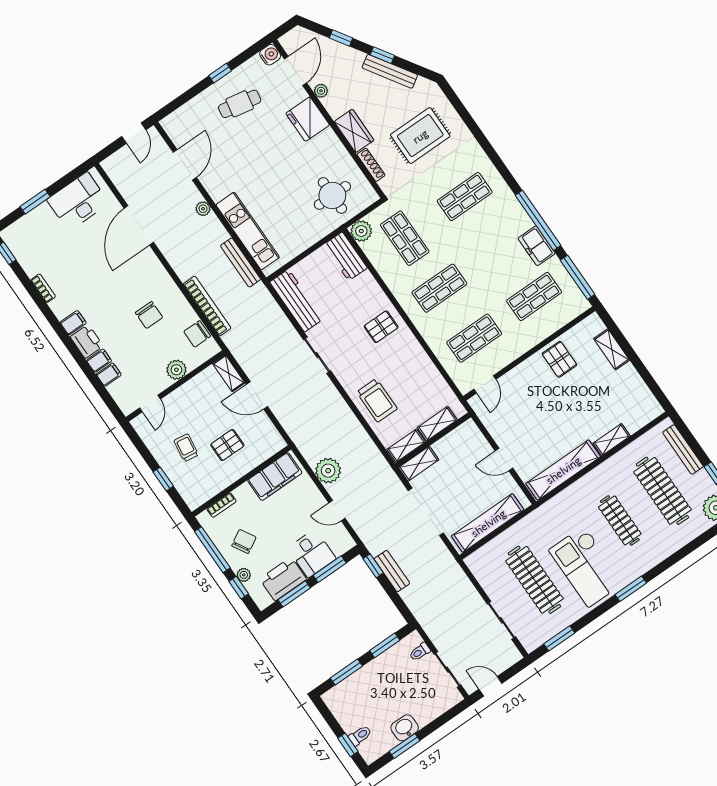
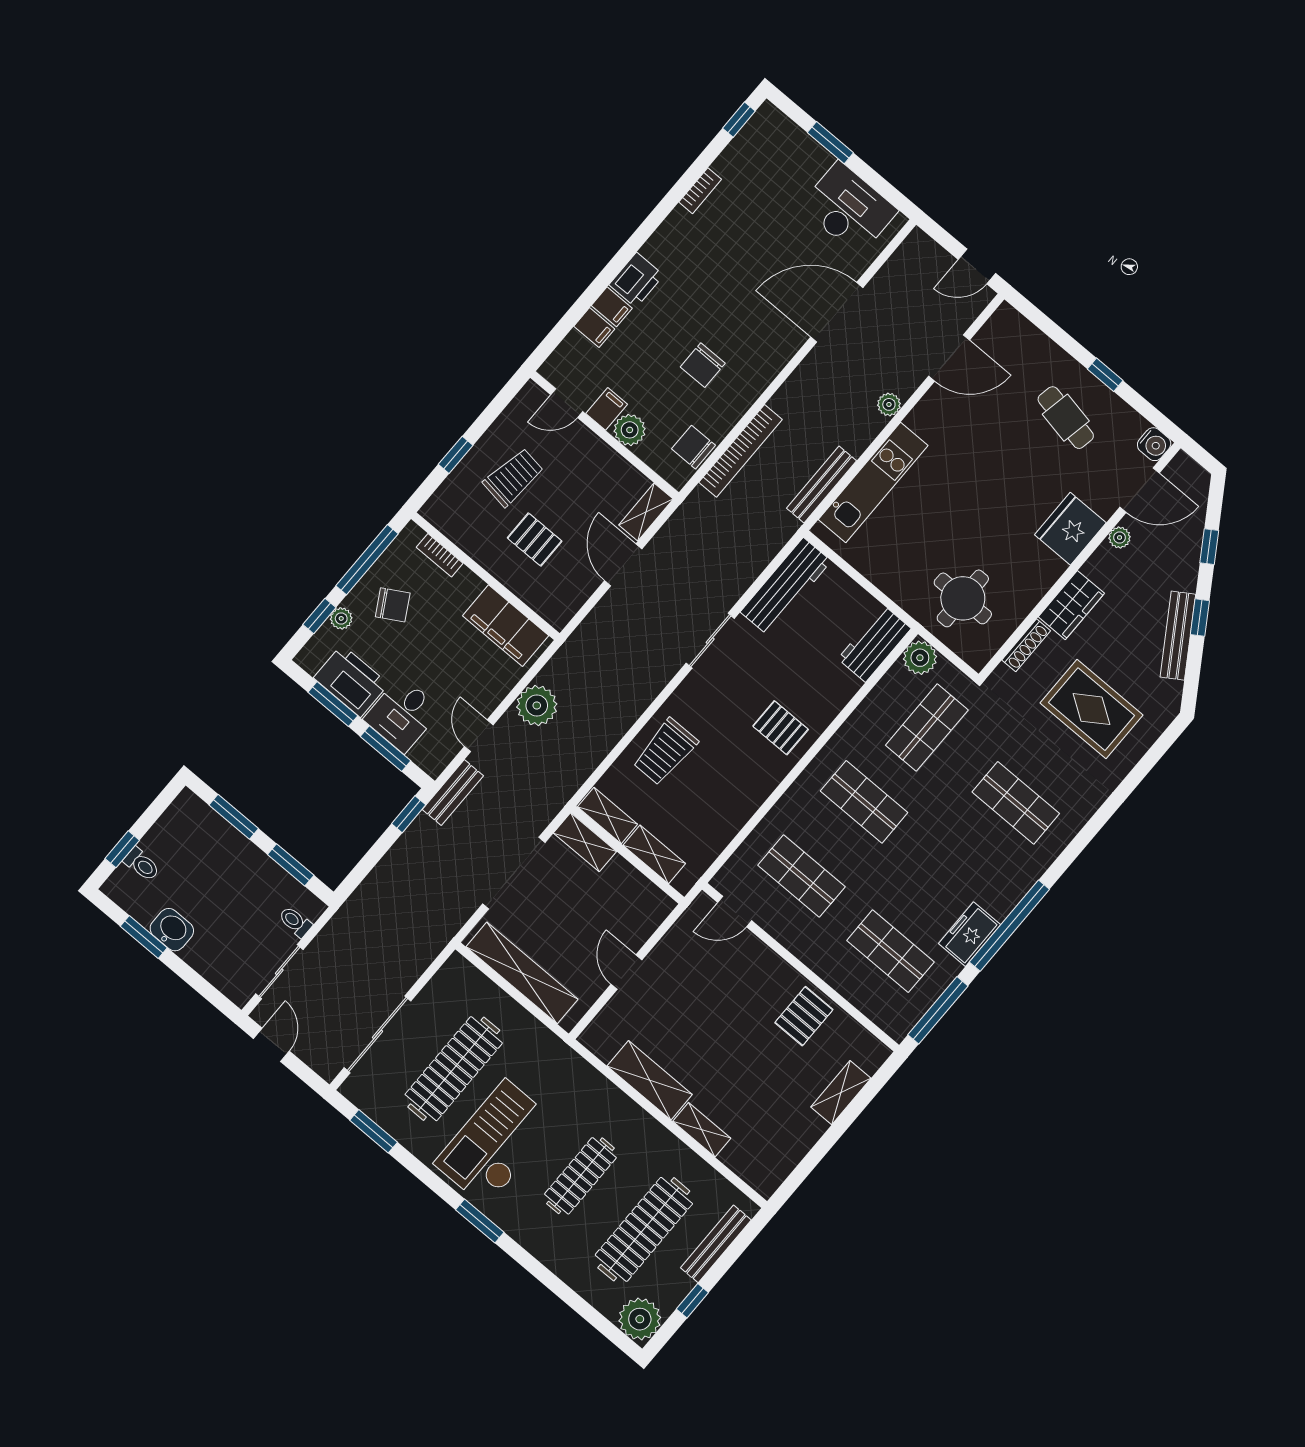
filing cabinet: (73, 323) -> (607, 409), moved, turned -90
trolley: (186, 448) -> (513, 477), width x1.36, depth x1.39
shelving: (563, 470) -> (650, 1080), width x0.68
bench: (392, 571) -> (453, 793), moved
sliding door: (501, 620) -> (378, 1034), width x1.37

